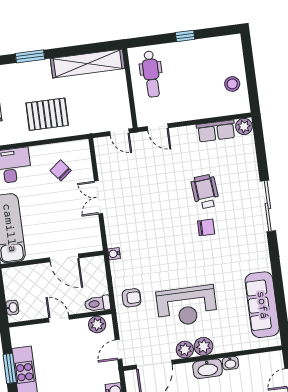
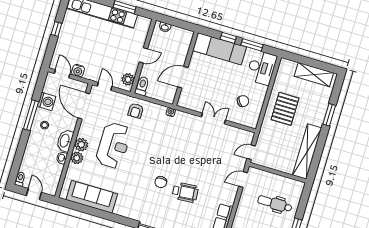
dental chair: (151, 74) -> (275, 204), moved
reception desk: (187, 306) -> (113, 145), turned 180
plant: (185, 350) -> (77, 158), moved

